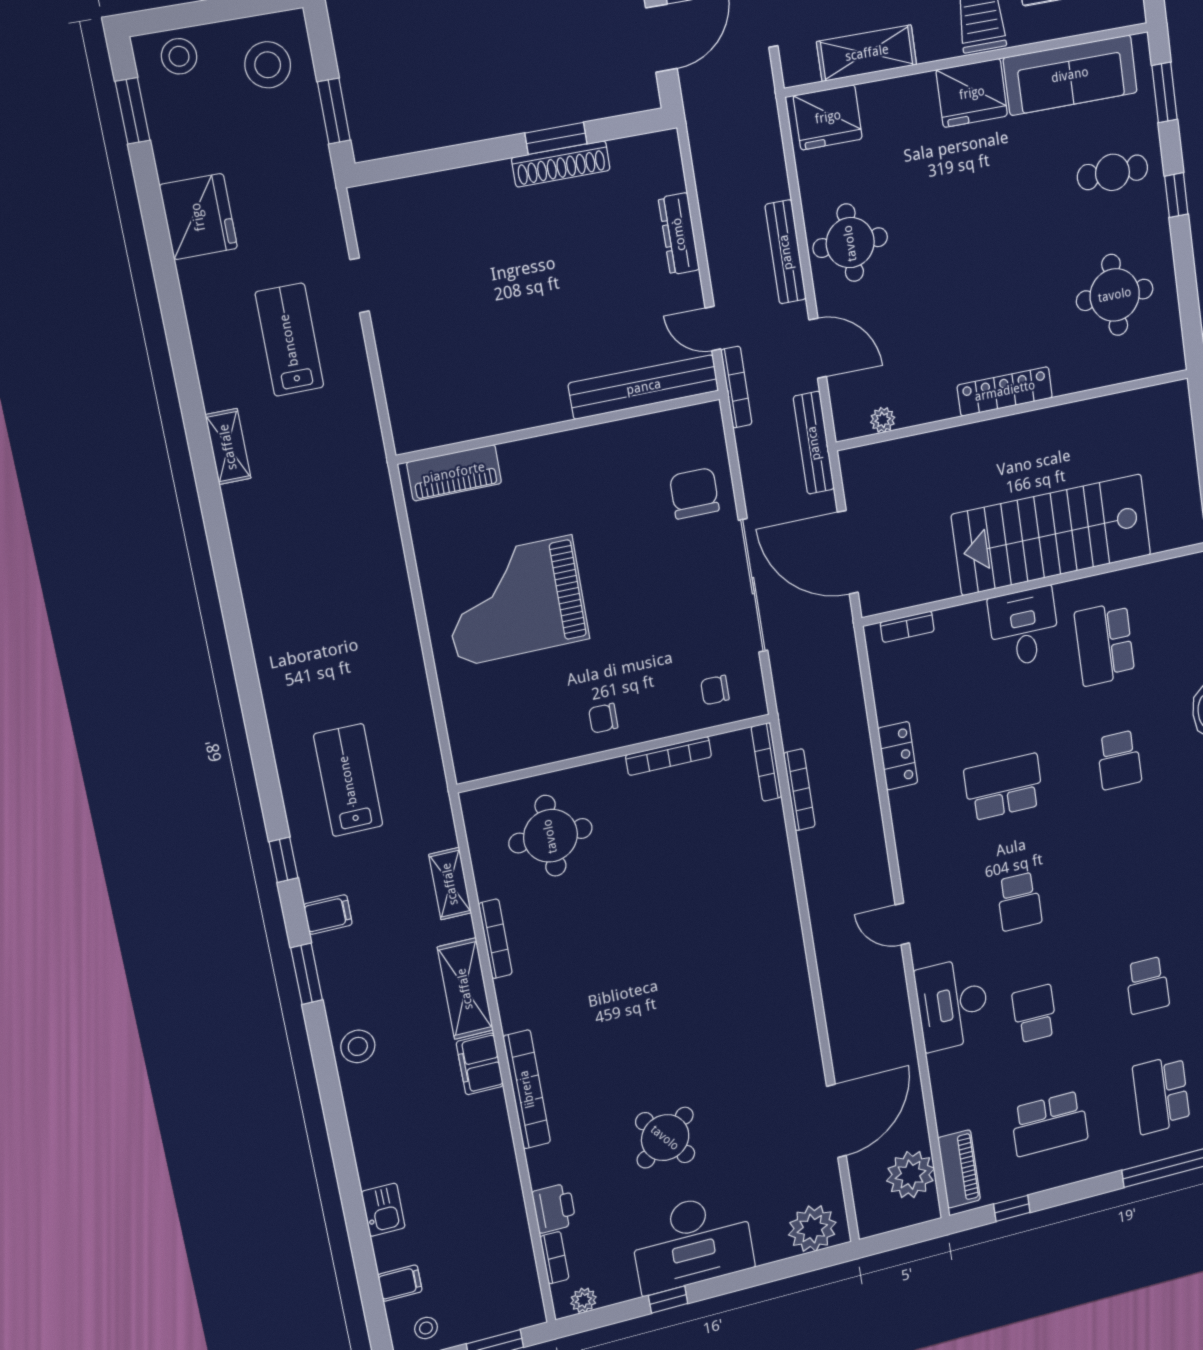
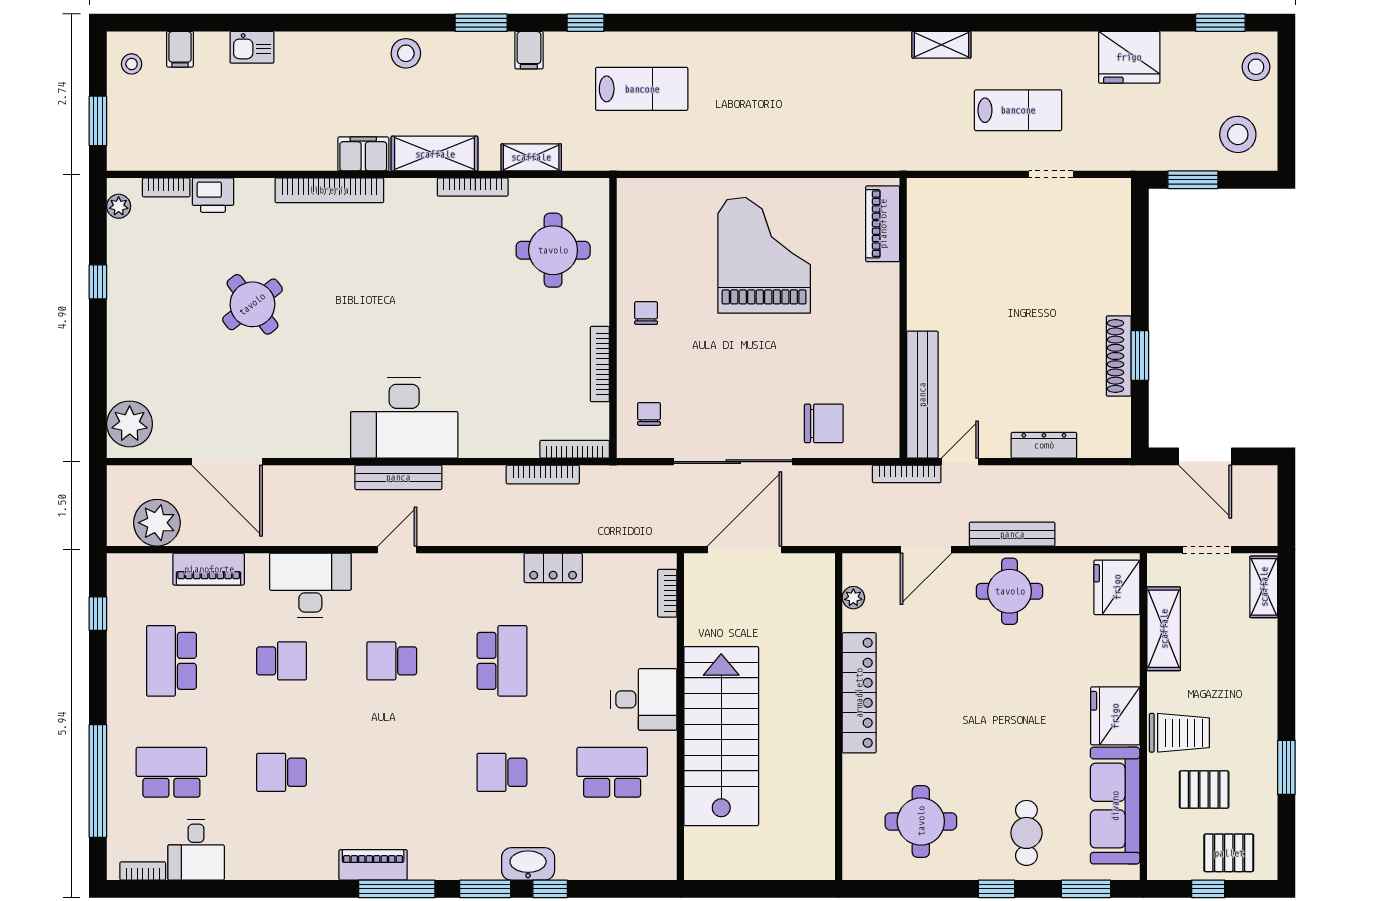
locker: (1005, 391) -> (859, 693), width x1.41, depth x1.21
bench: (814, 443) -> (398, 477), moved
piano: (959, 1169) -> (209, 569), moved
desk: (692, 1242) -> (404, 418), moved, turned -90

